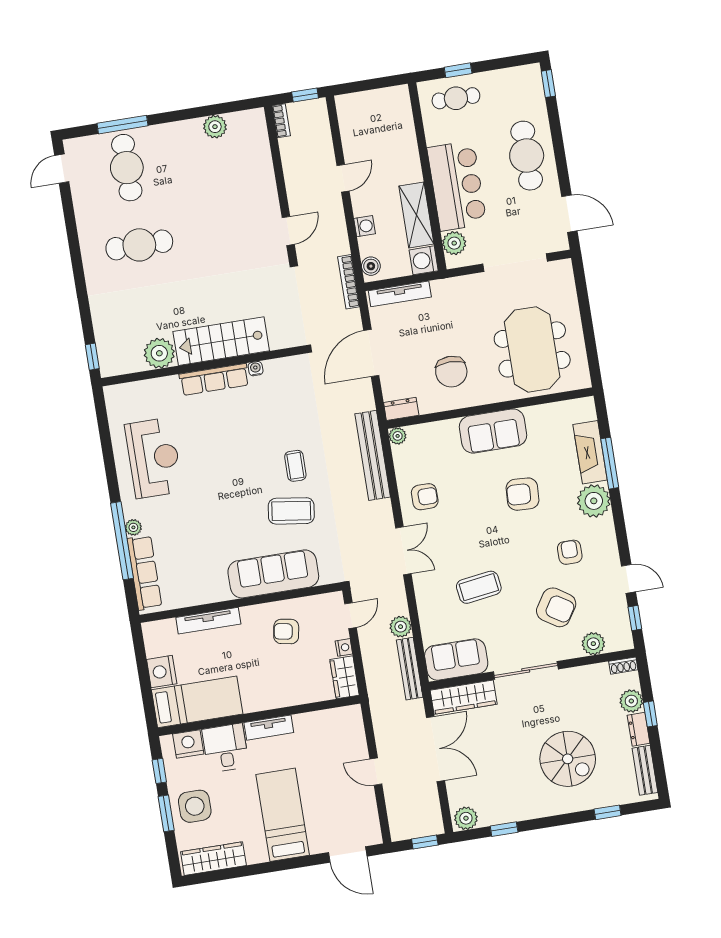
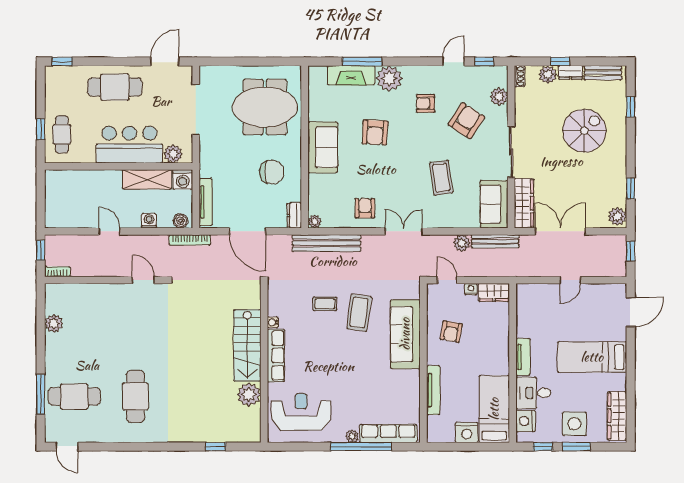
stairs: (221, 341) -> (247, 345), moved
plant: (159, 353) -> (249, 395), moved
wall: (202, 366) -> (264, 363), moved
water cooler: (256, 369) -> (273, 322), moved
row of seats: (214, 379) -> (276, 356), moved

